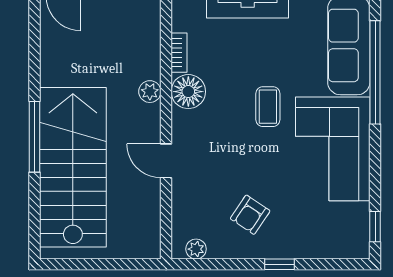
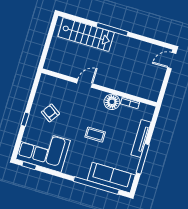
plant: (150, 92) -> (117, 85), removed
corner sofa: (333, 149) -> (43, 150), moved
stairs: (73, 167) -> (86, 34), width x0.73, depth x0.66
plant: (196, 249) -> (42, 85), removed

